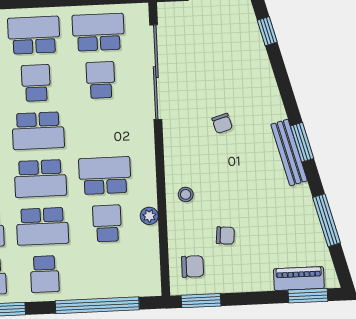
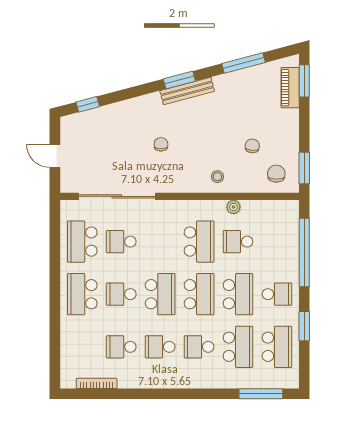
chair: (222, 123) -> (161, 144), turned -74
school desk: (105, 176) -> (199, 242), turned 180

